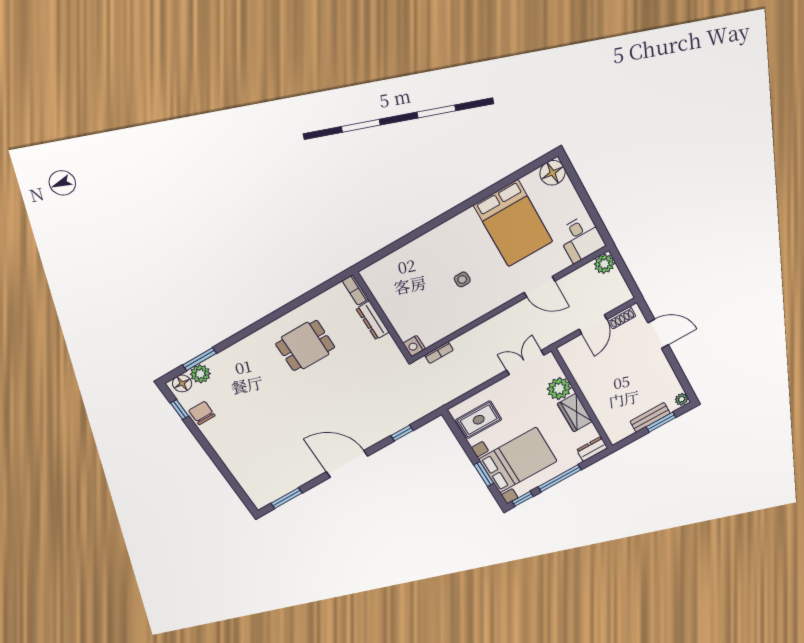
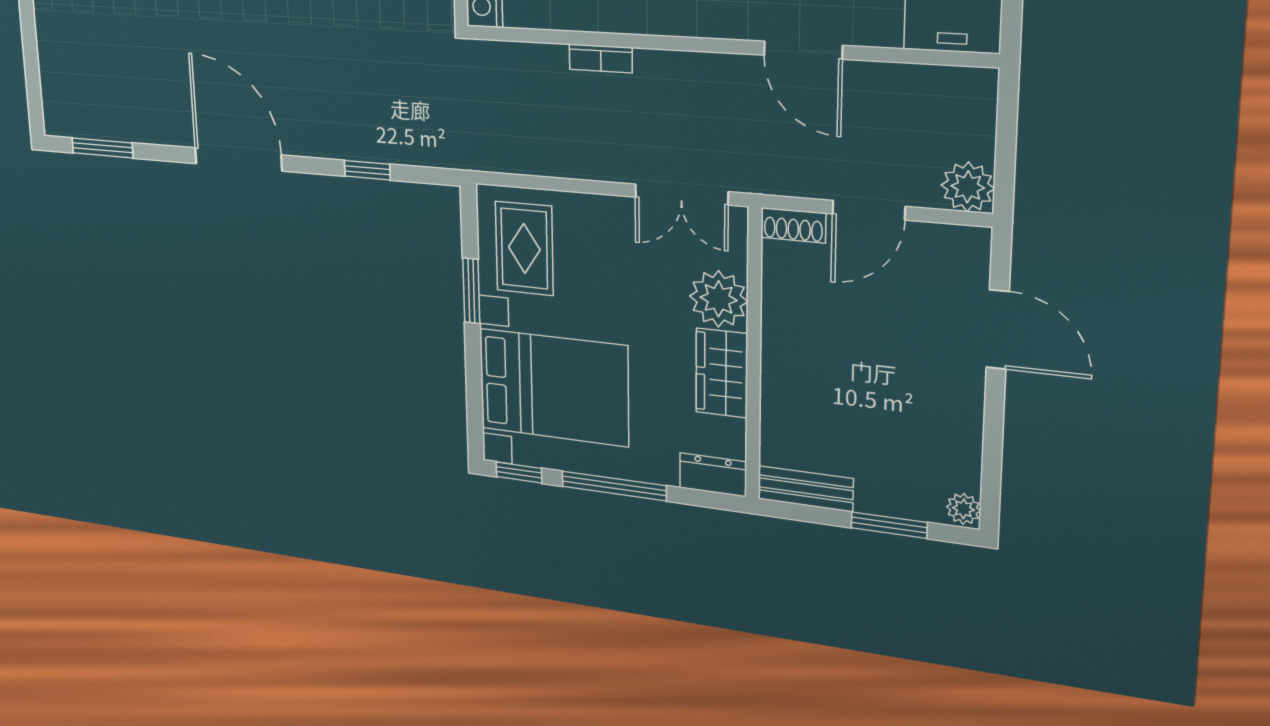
plant: (604, 264) -> (968, 187), moved
shoe rack: (622, 318) -> (793, 225), moved
bookcase: (439, 353) -> (601, 58), moved
double door: (525, 363) -> (681, 194), swing flipped
bench: (650, 417) -> (805, 489), moved
rug: (479, 420) -> (524, 248), turned 90
window: (484, 474) -> (471, 291), moved

